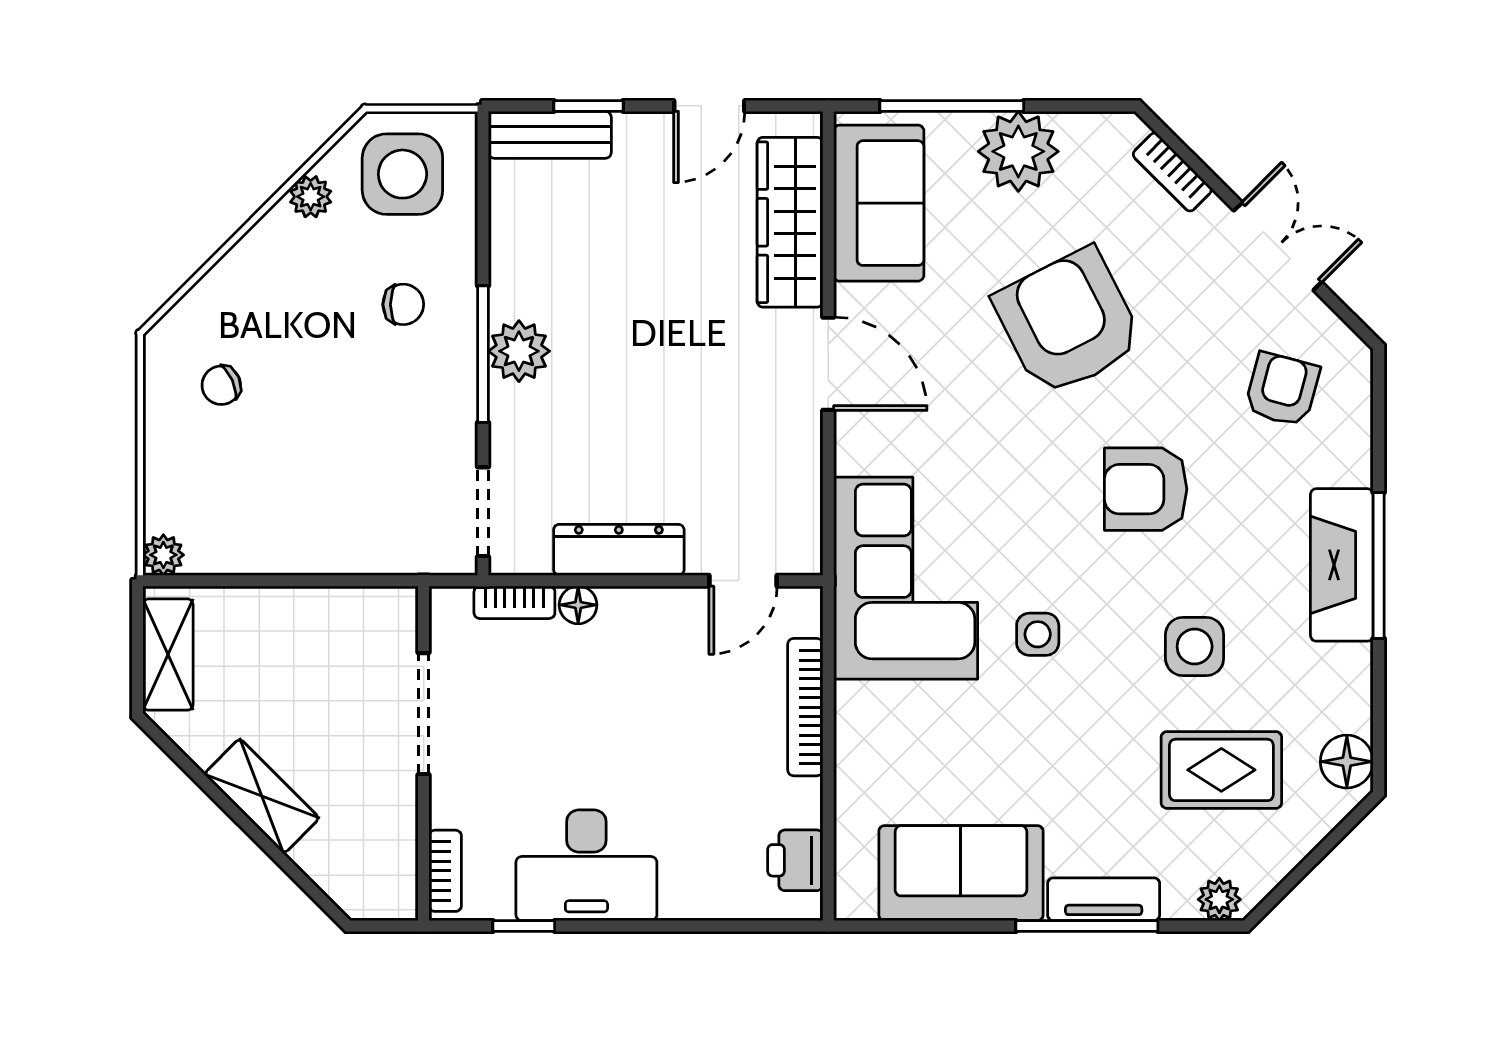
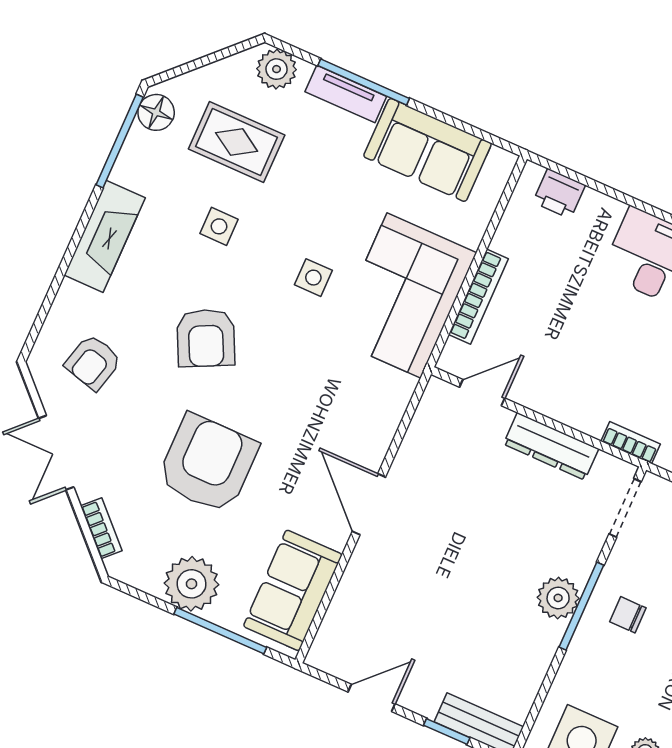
wardrobe: (790, 222) -> (353, 603), removed
chair: (403, 304) -> (628, 615), moved
armchair: (1068, 322) -> (208, 464), turned -153
armchair: (1146, 489) -> (206, 338), turned 64
window: (1379, 565) -> (120, 141), moved
corner sofa: (906, 578) -> (404, 296), moved
floor lamp: (578, 605) -> (592, 423), removed
side table: (1195, 646) -> (219, 226), width x0.73, depth x0.73
printer: (795, 860) -> (559, 194), moved, turned 90
plant: (1219, 899) -> (277, 69), width x1.38, depth x1.38

